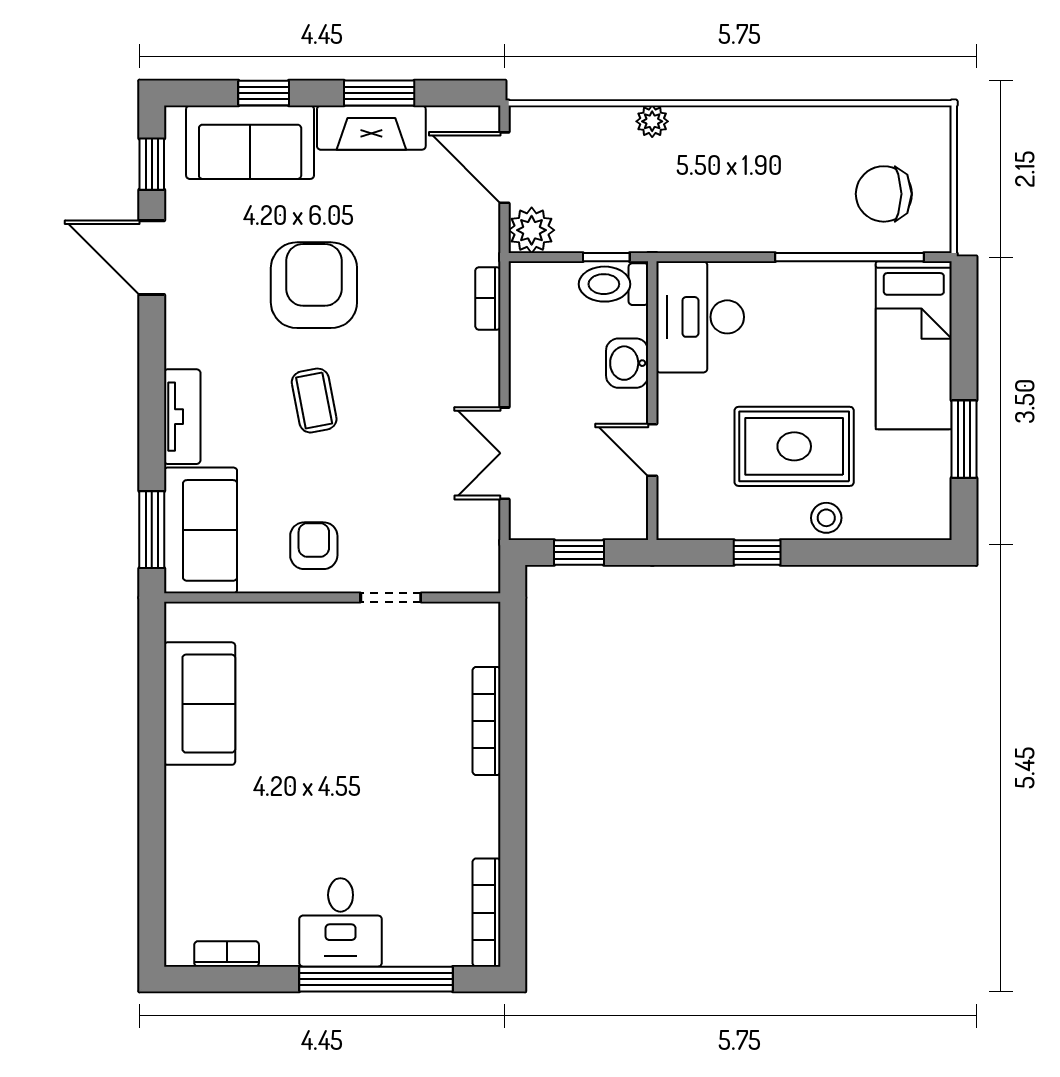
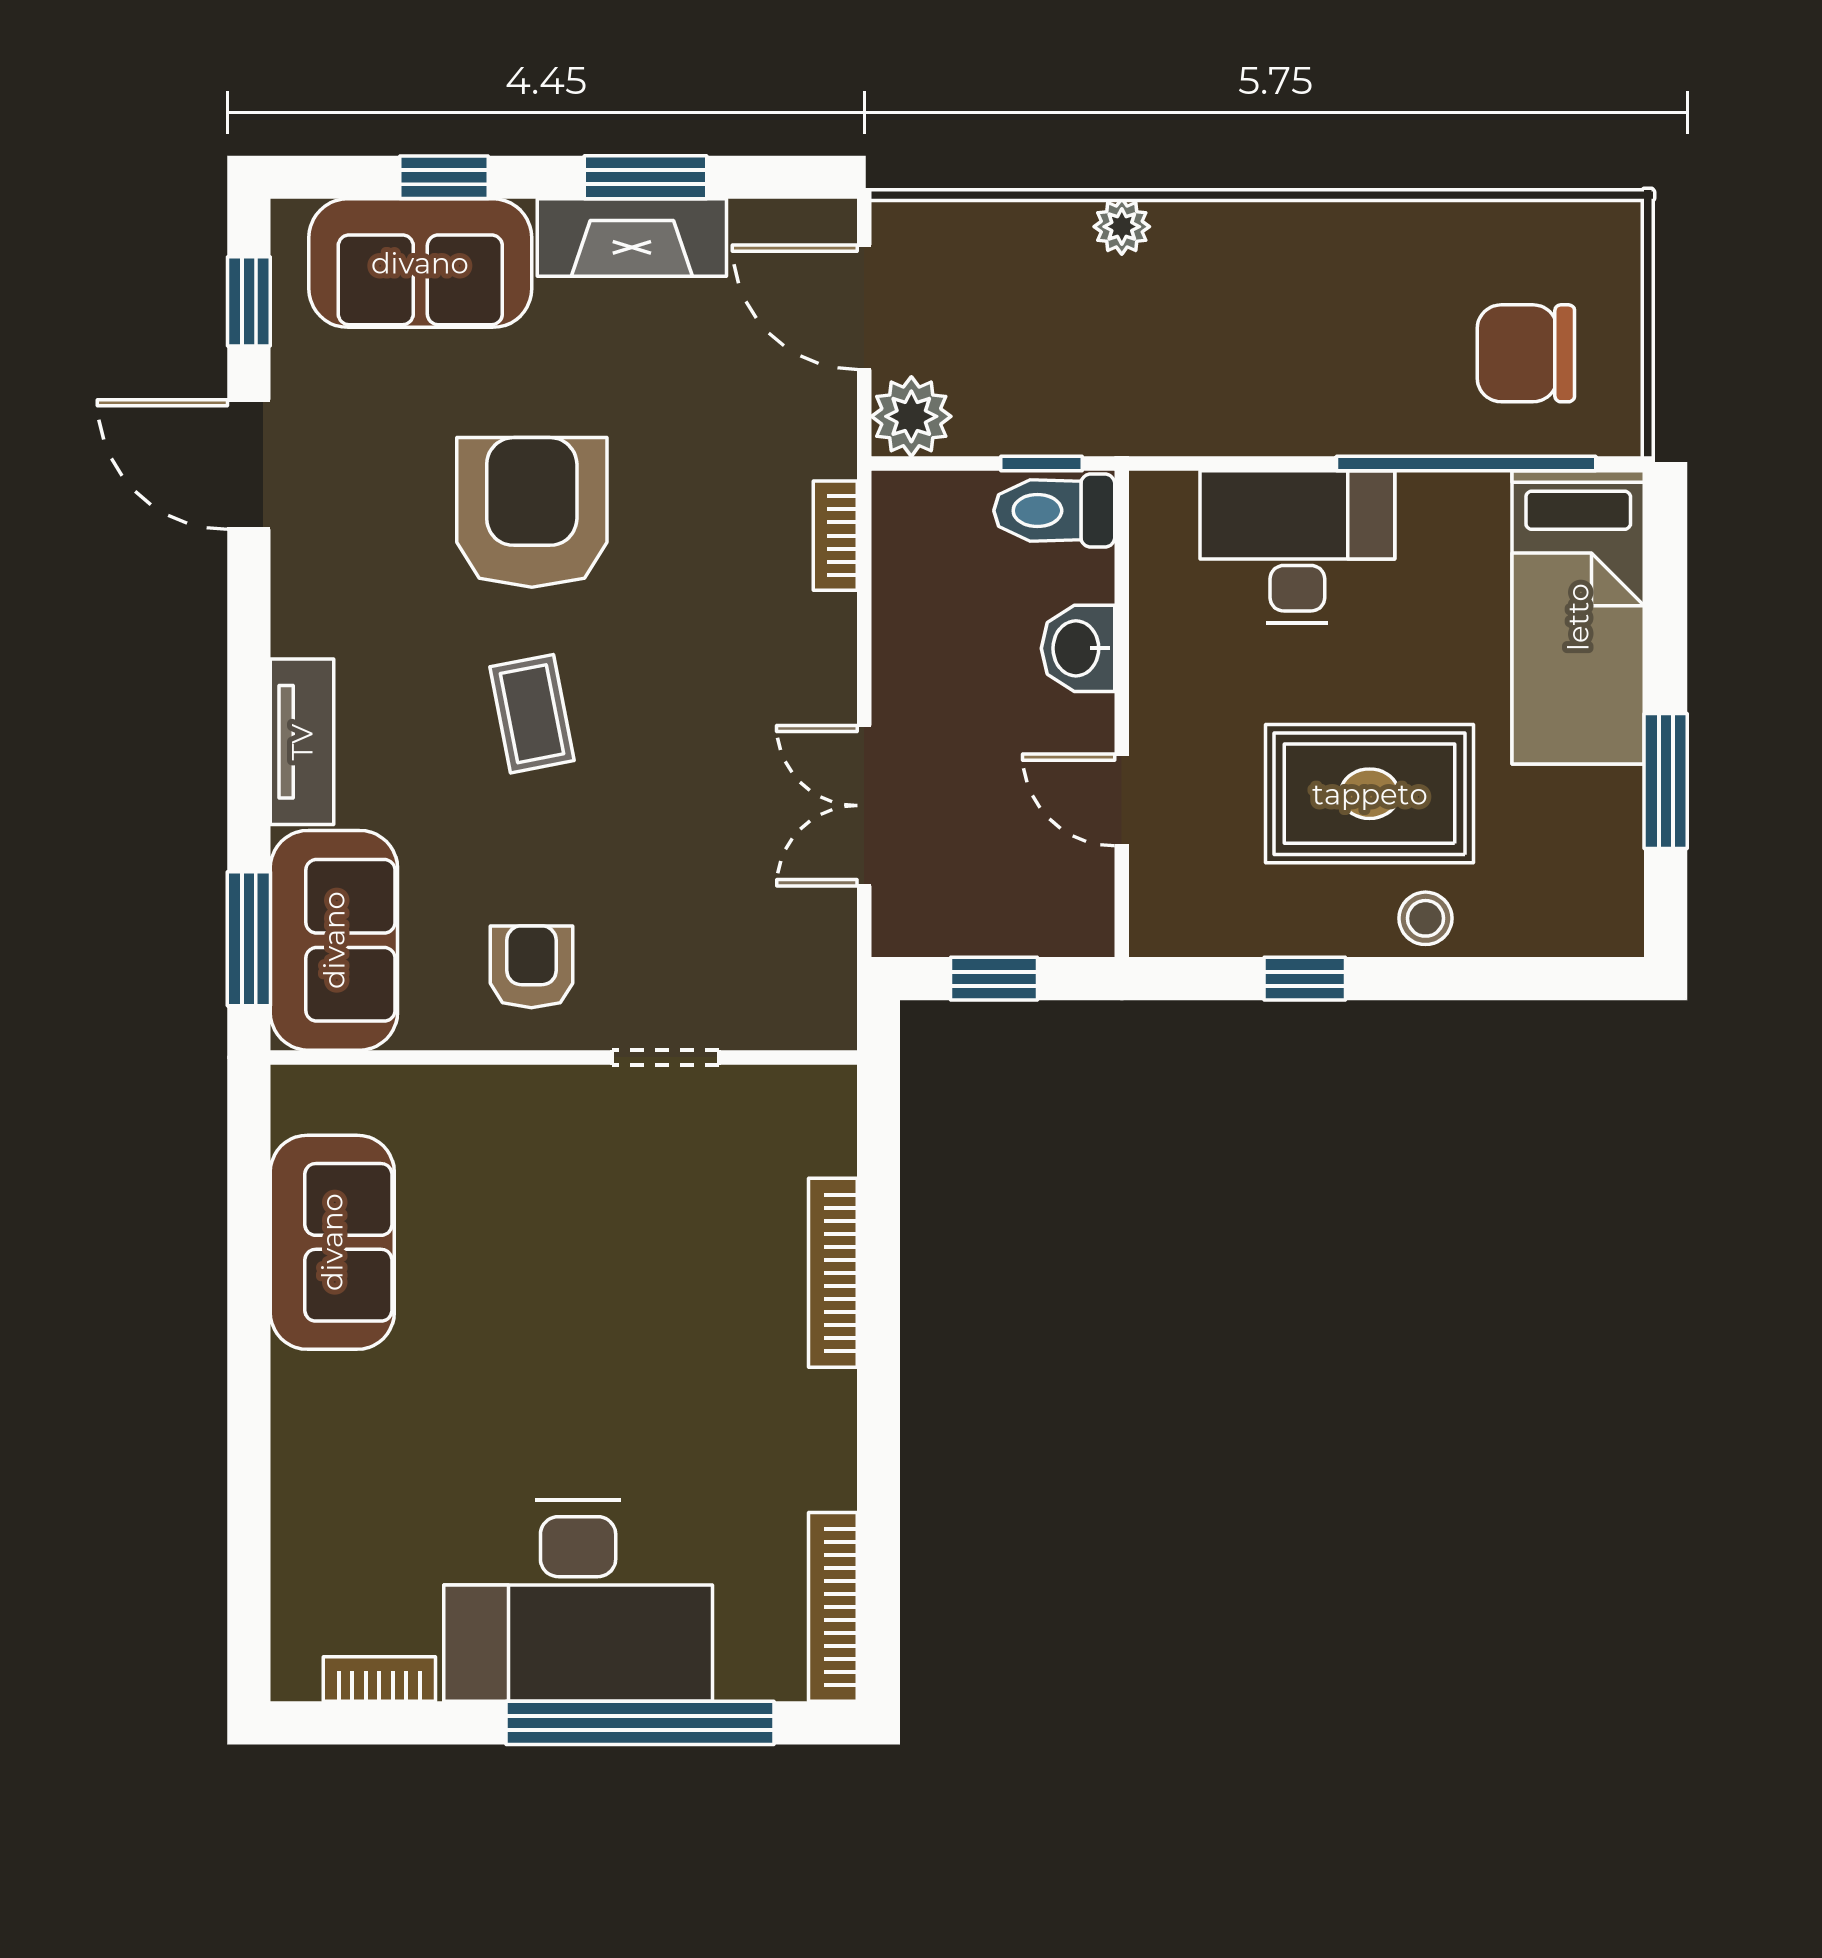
desk: (700, 317) -> (1297, 547), moved, turned 90
desk: (341, 922) -> (578, 1601), width x1.87, depth x1.30

